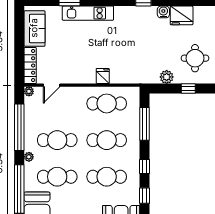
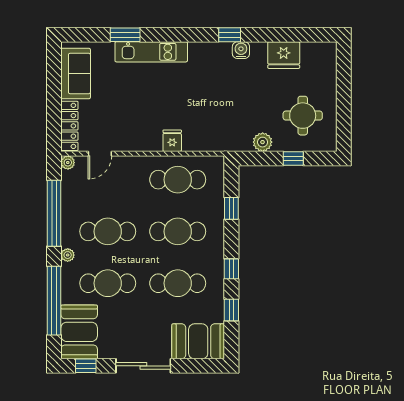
water cooler: (163, 12) -> (241, 50), moved
window: (145, 124) -> (231, 208), width x0.46

